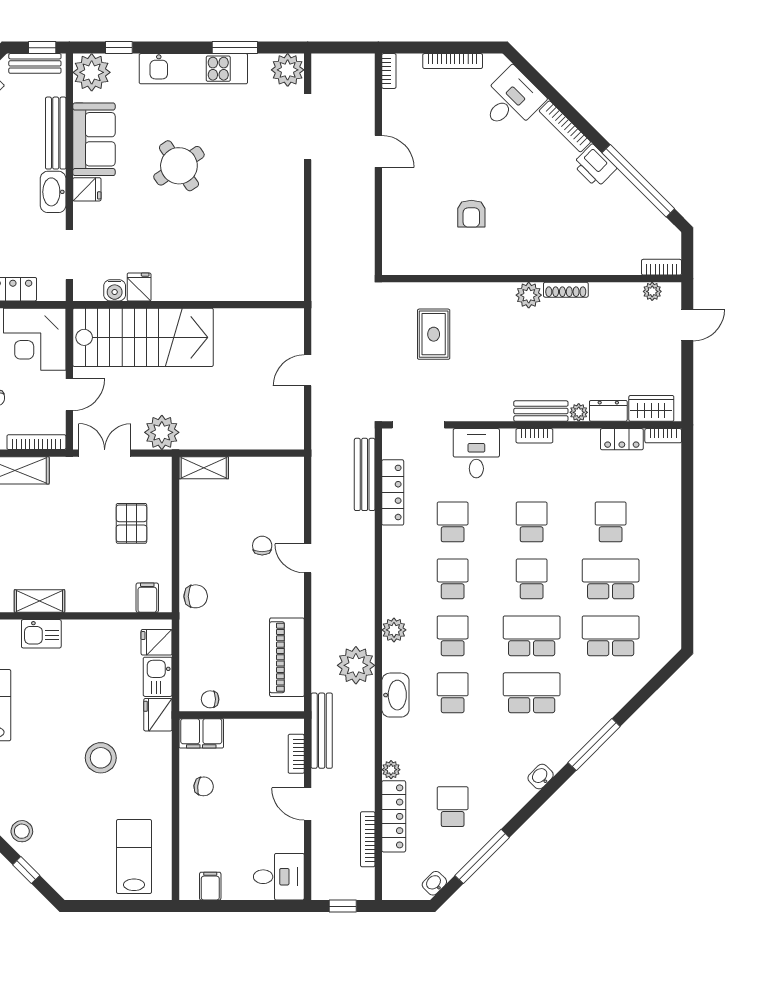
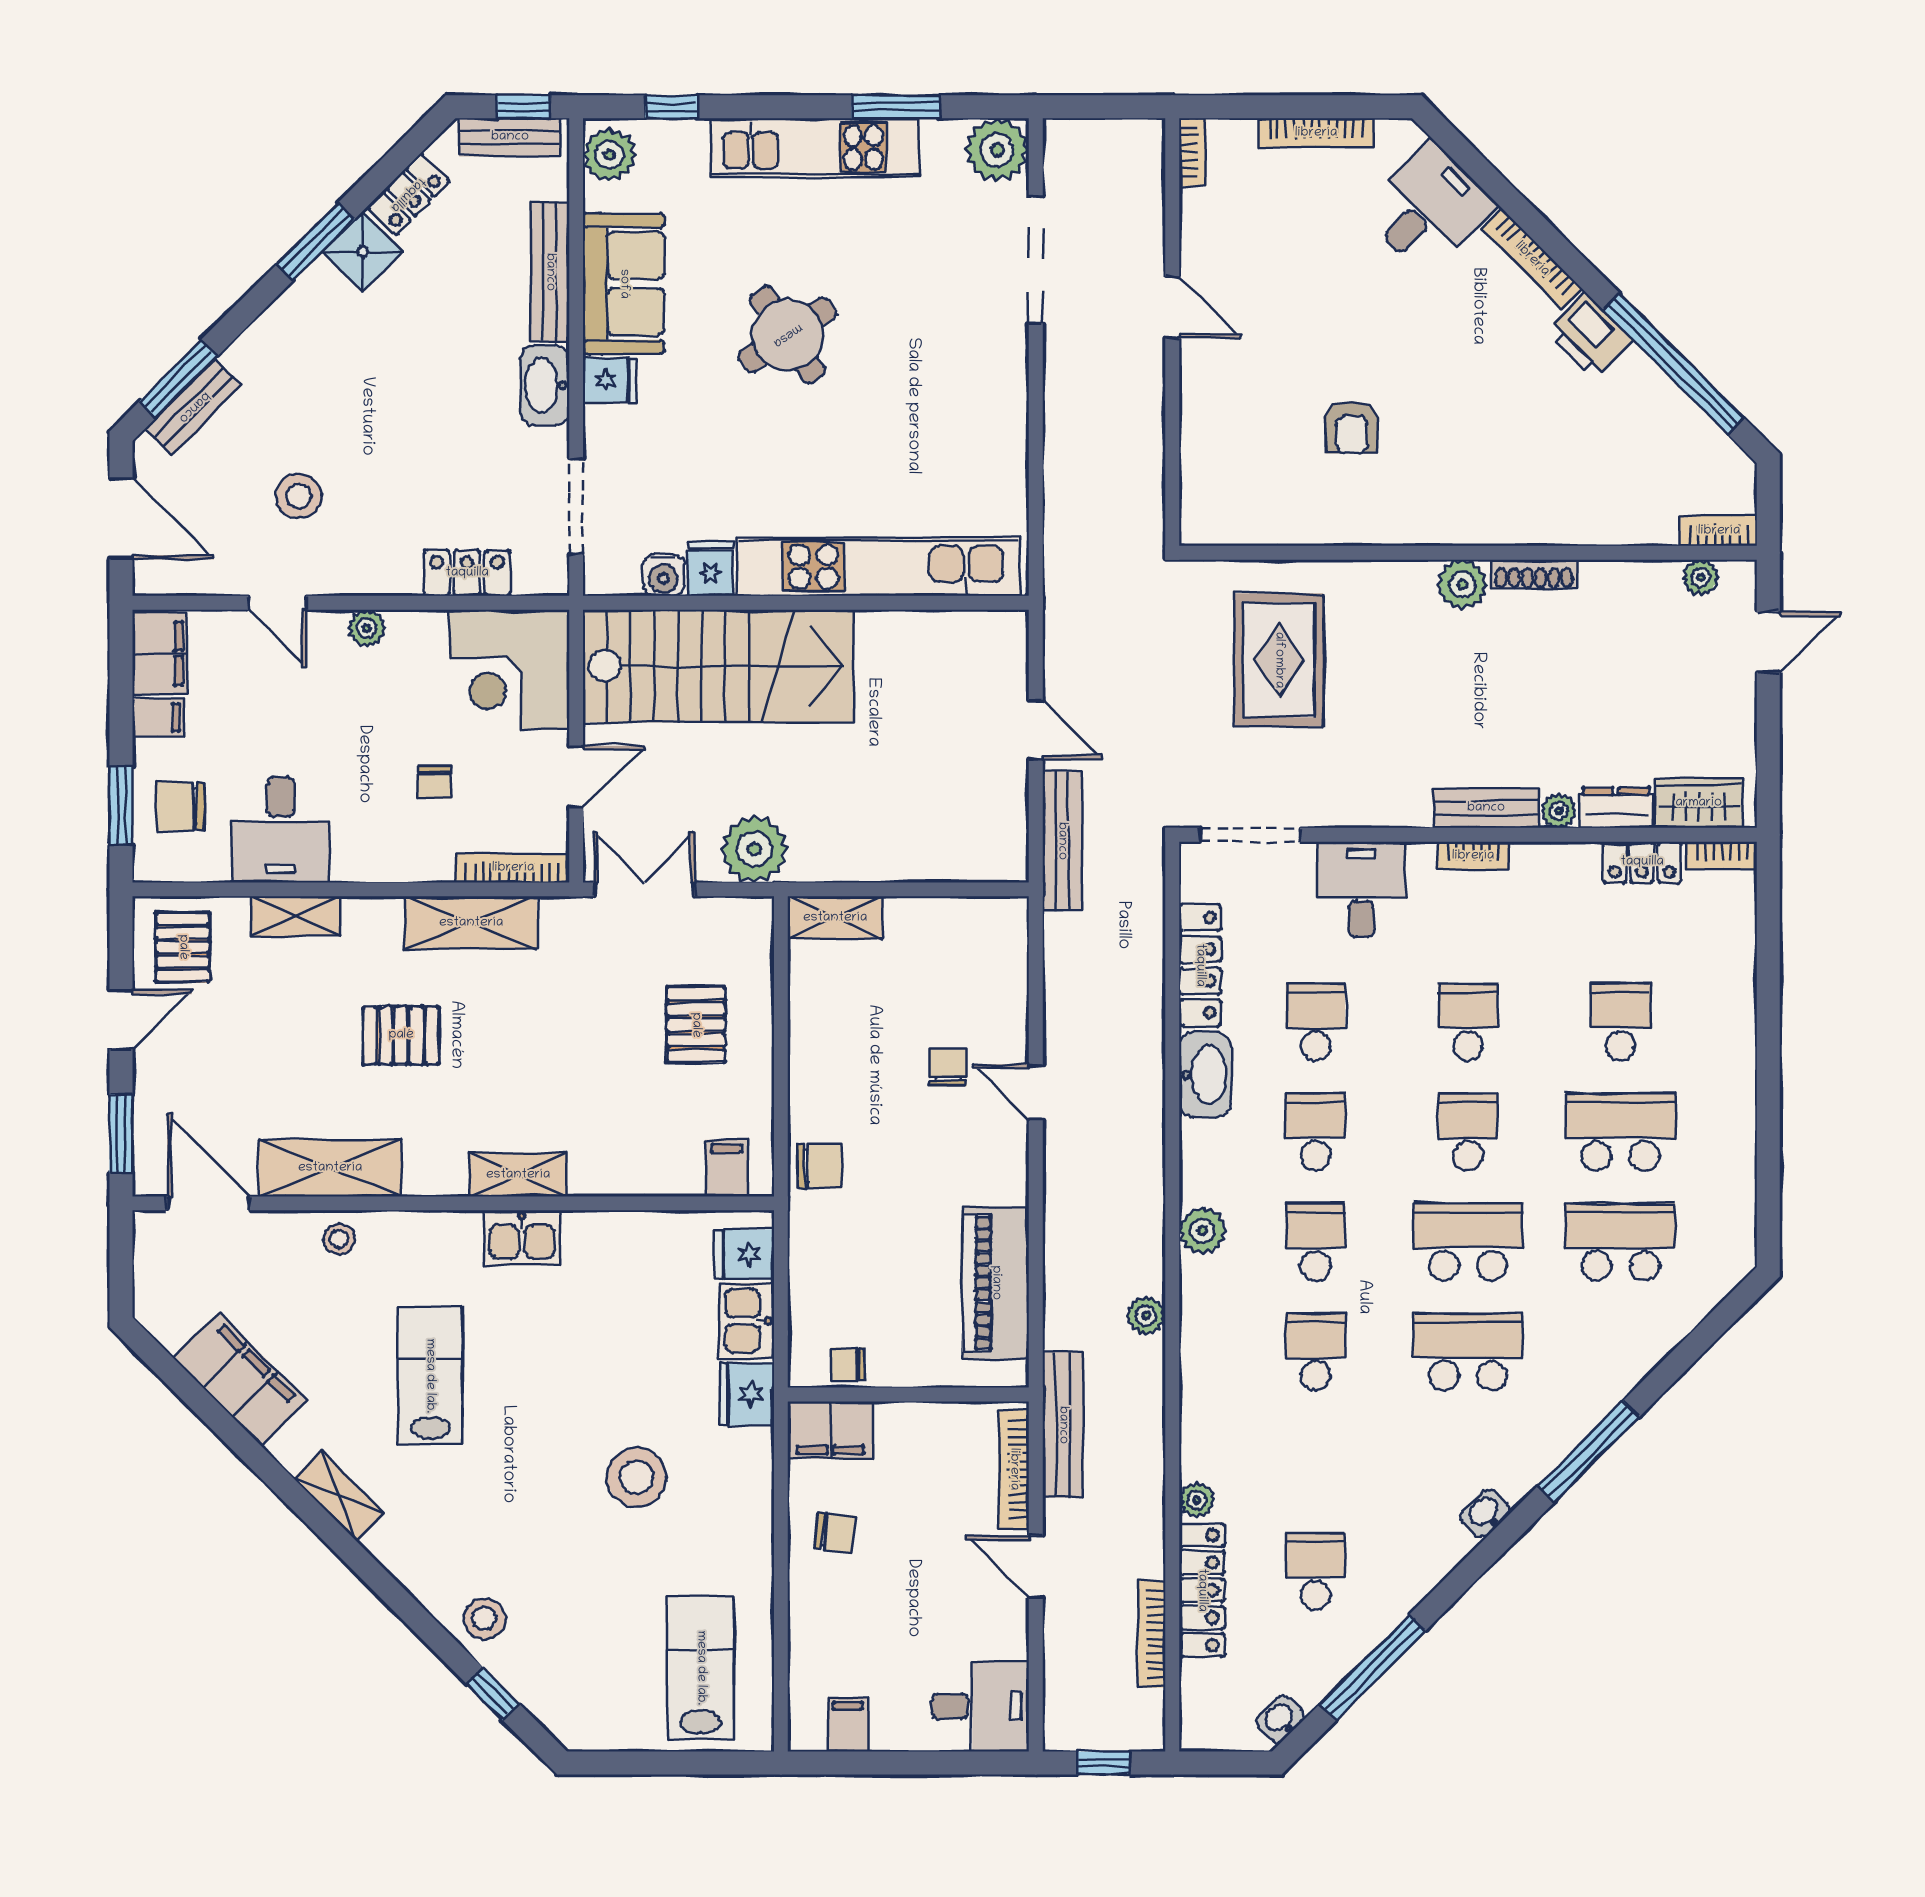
plant: (92, 72) -> (609, 155), width x0.73, depth x0.73
kitchen unit: (226, 286) -> (878, 567), added
rug: (434, 334) -> (1279, 660), width x1.36, depth x1.43
door: (308, 370) -> (1036, 730), swing flipped
bench: (365, 474) -> (1062, 841), moved
plant: (356, 665) -> (1146, 1316), width x0.53, depth x0.53
washbasin: (395, 695) -> (1205, 1075), moved
bookcase: (296, 754) -> (1014, 1469), width x1.56

